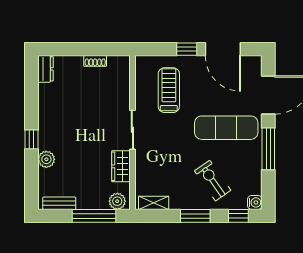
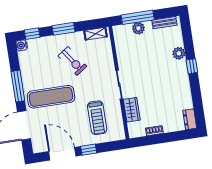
wardrobe: (121, 166) -> (132, 110), moved
exercise bike: (213, 181) -> (72, 61), moved
plant: (117, 201) -> (138, 28), moved

